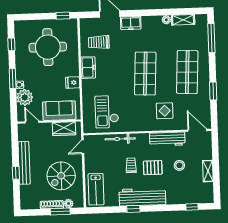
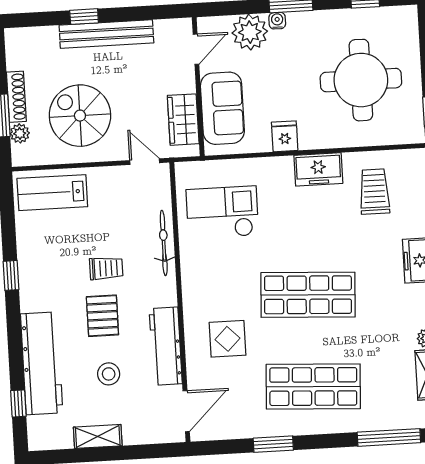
workbench: (142, 197) -> (42, 363), moved

